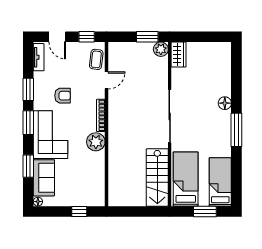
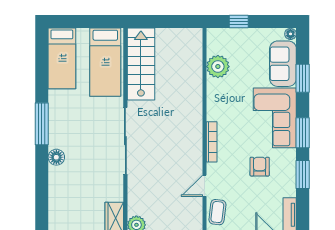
armchair: (62, 96) -> (260, 167), turned 90
plant: (96, 142) -> (218, 67), moved
window: (205, 211) -> (81, 22), removed

